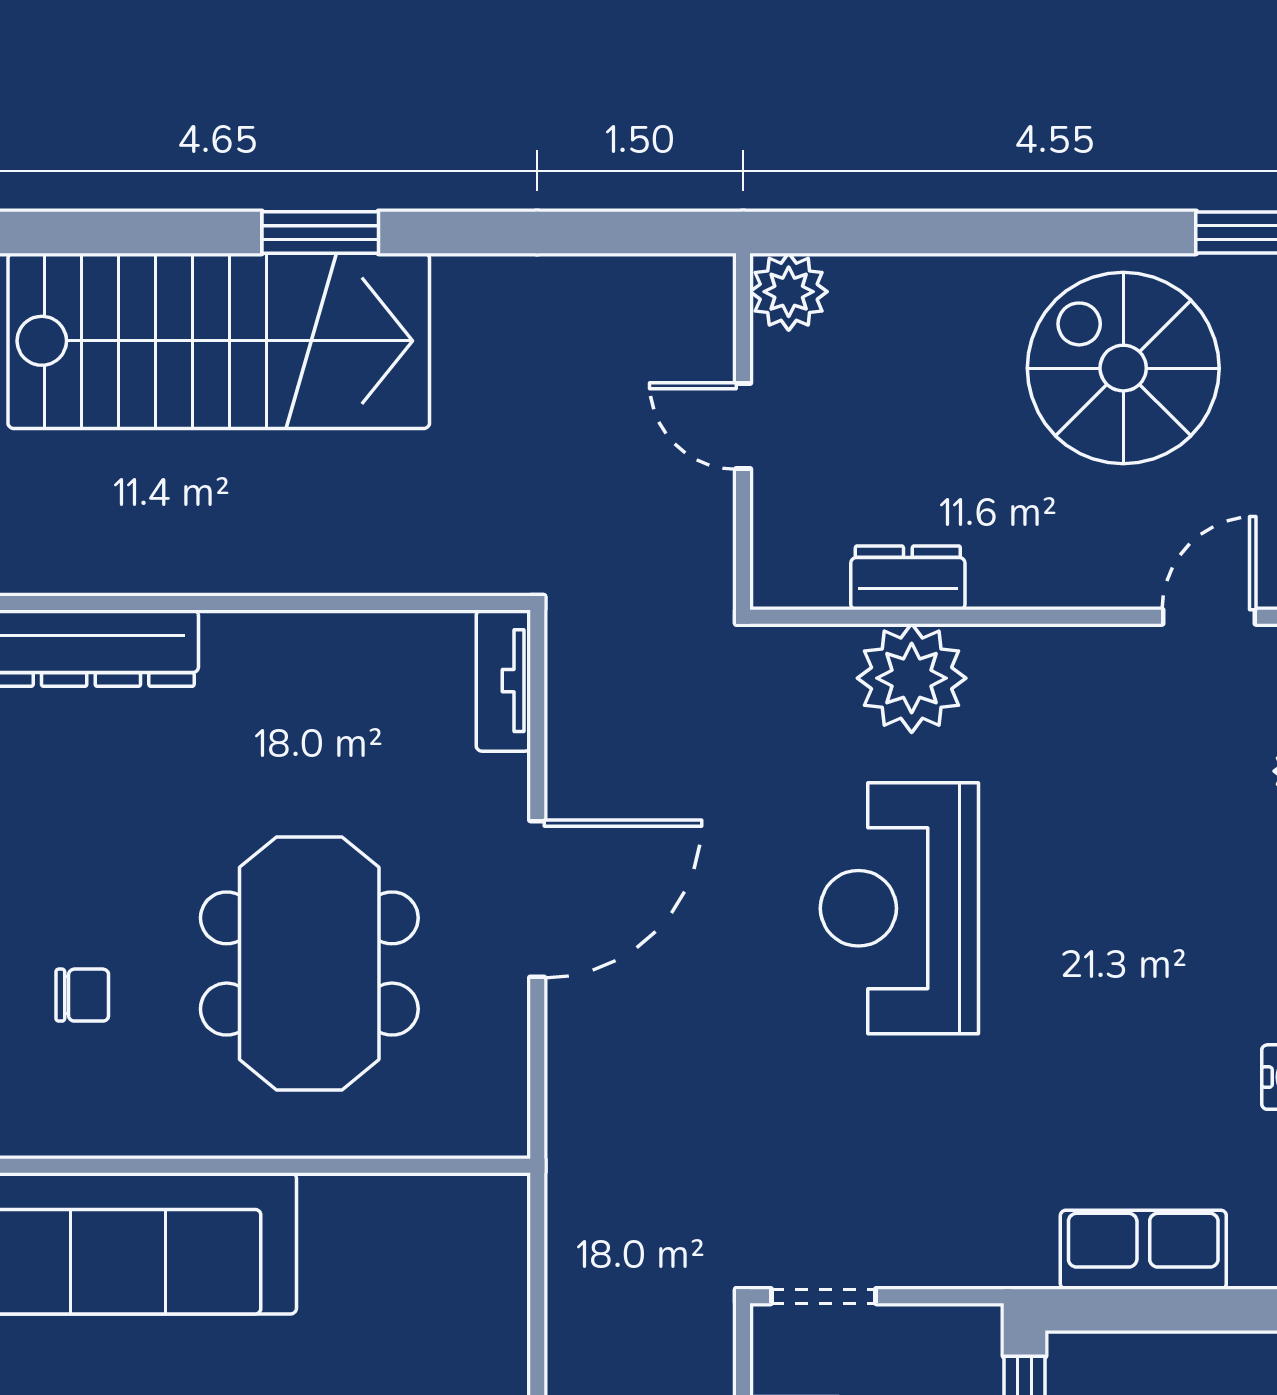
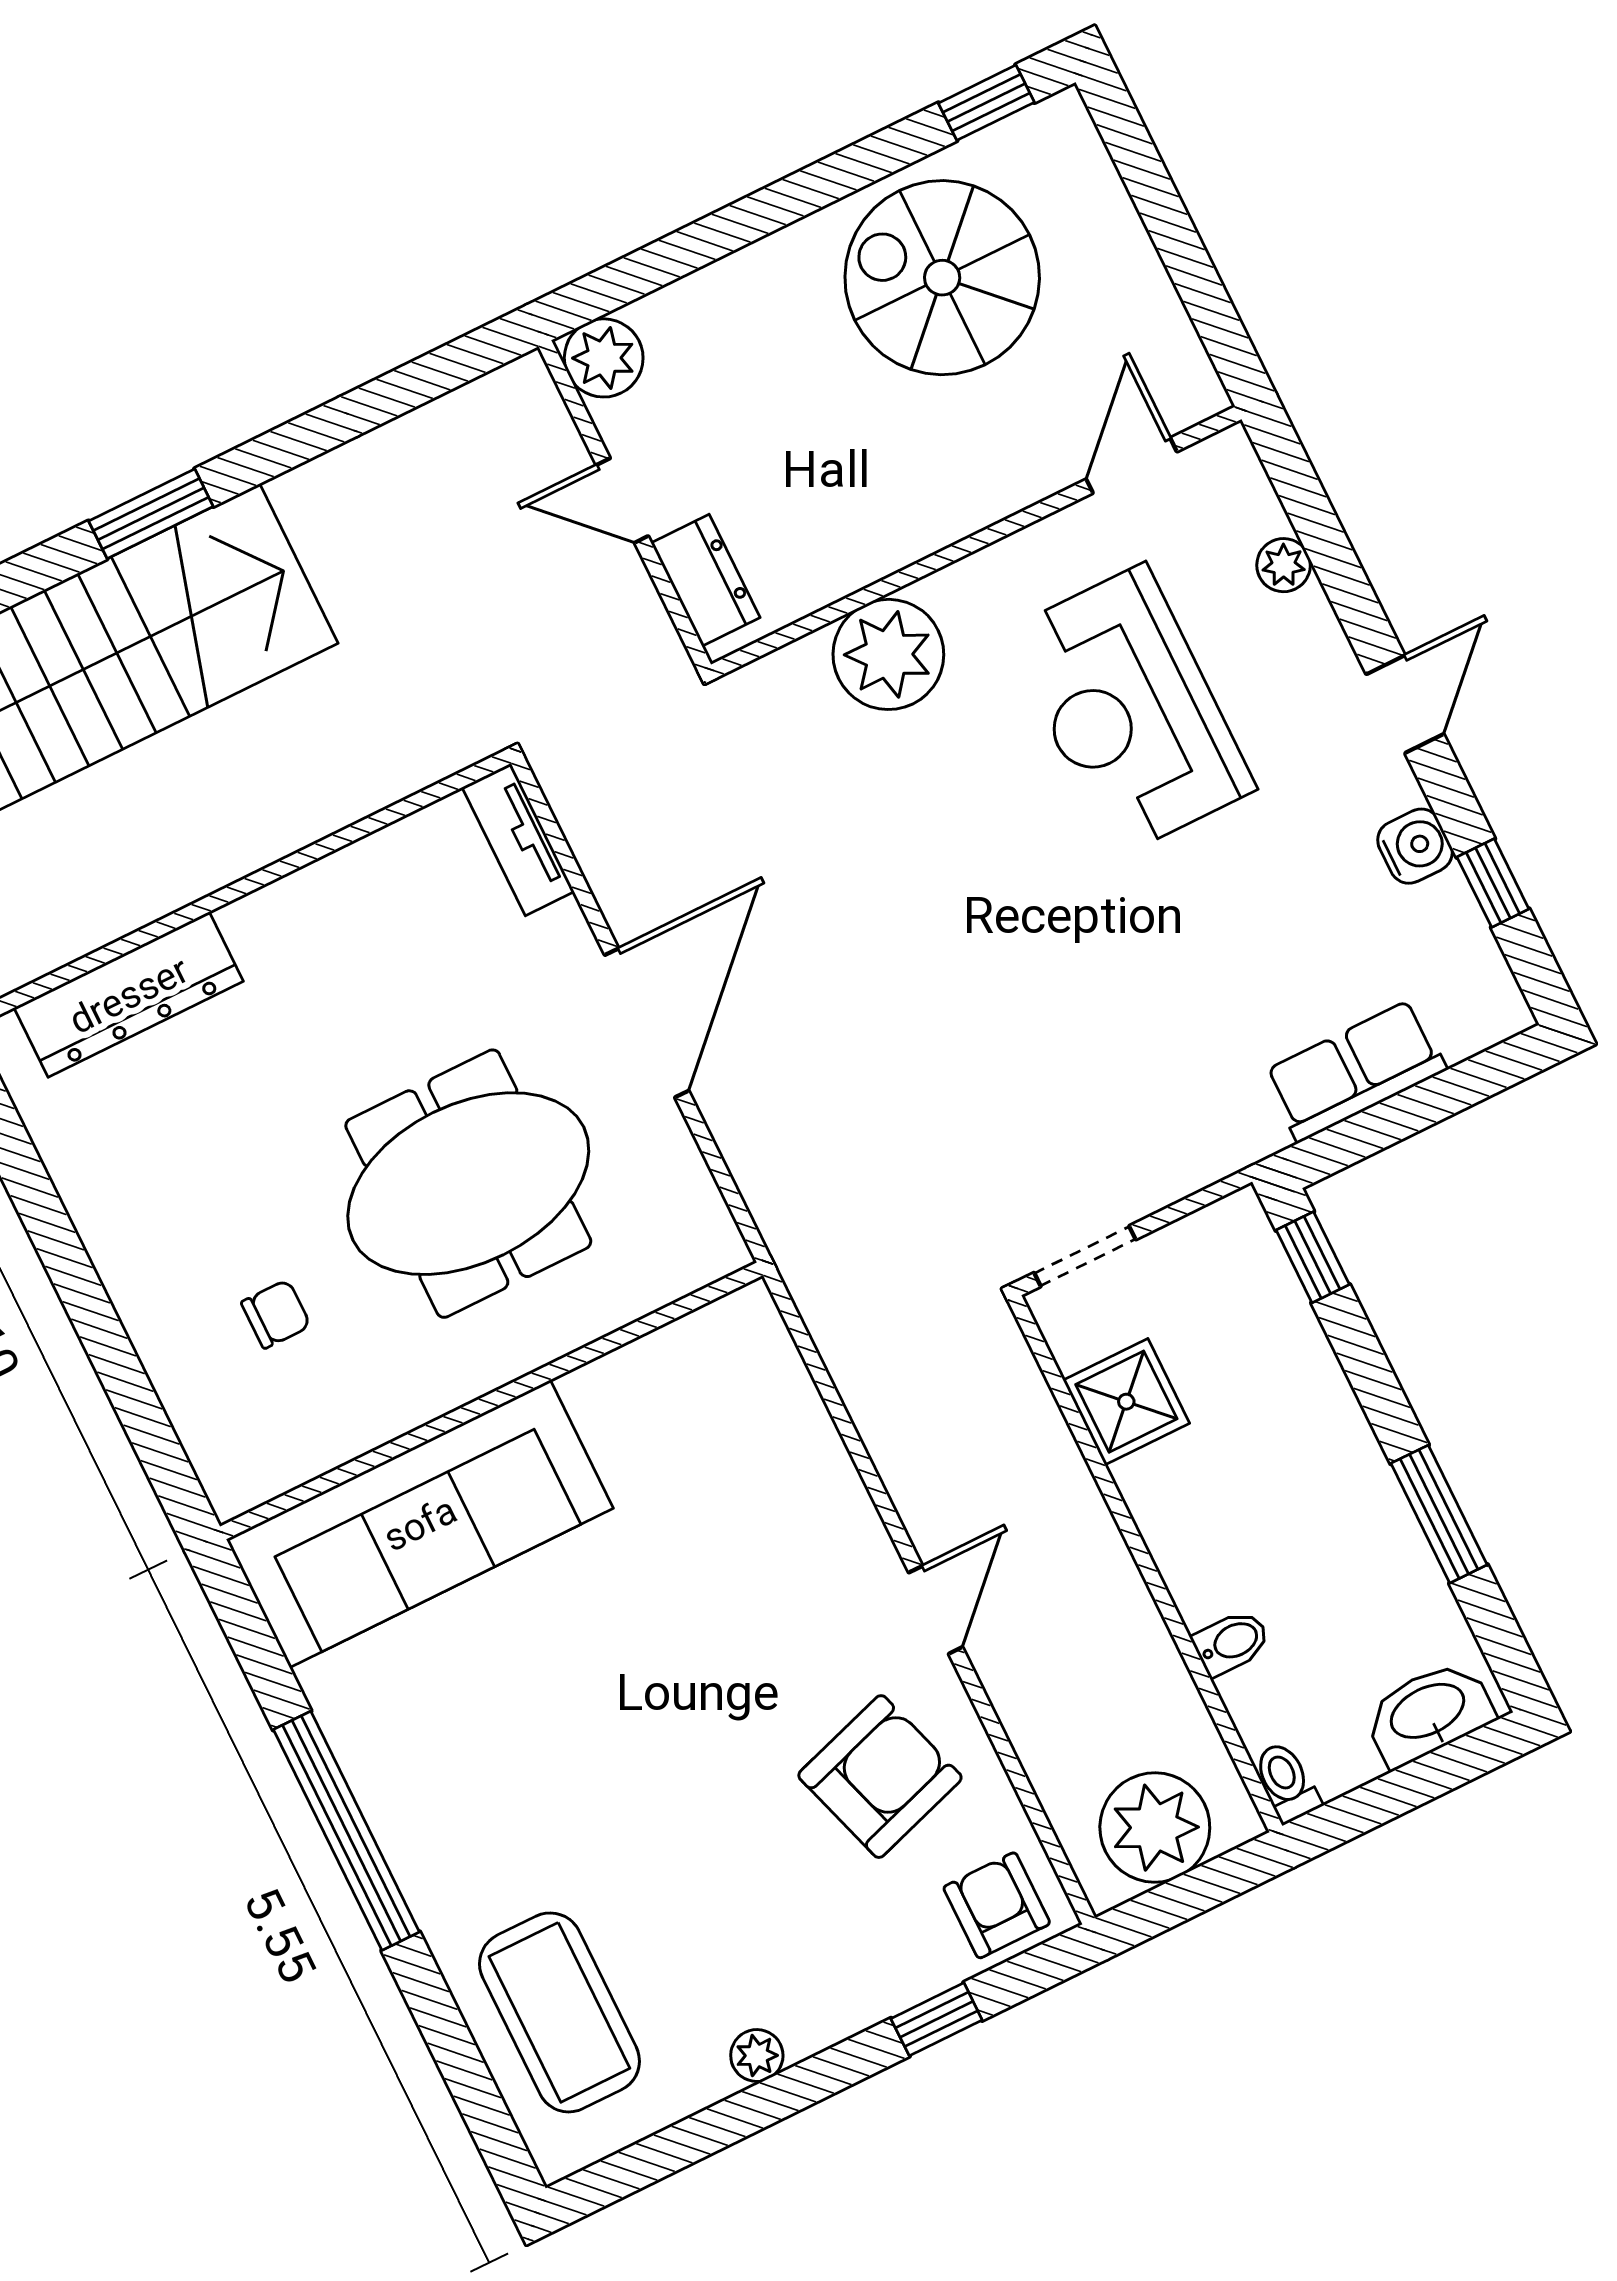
dresser: (908, 578) -> (706, 580), moved, turned 90
reception desk: (899, 908) -> (1130, 710), moved
meeting table: (309, 963) -> (468, 1184), turned 90

